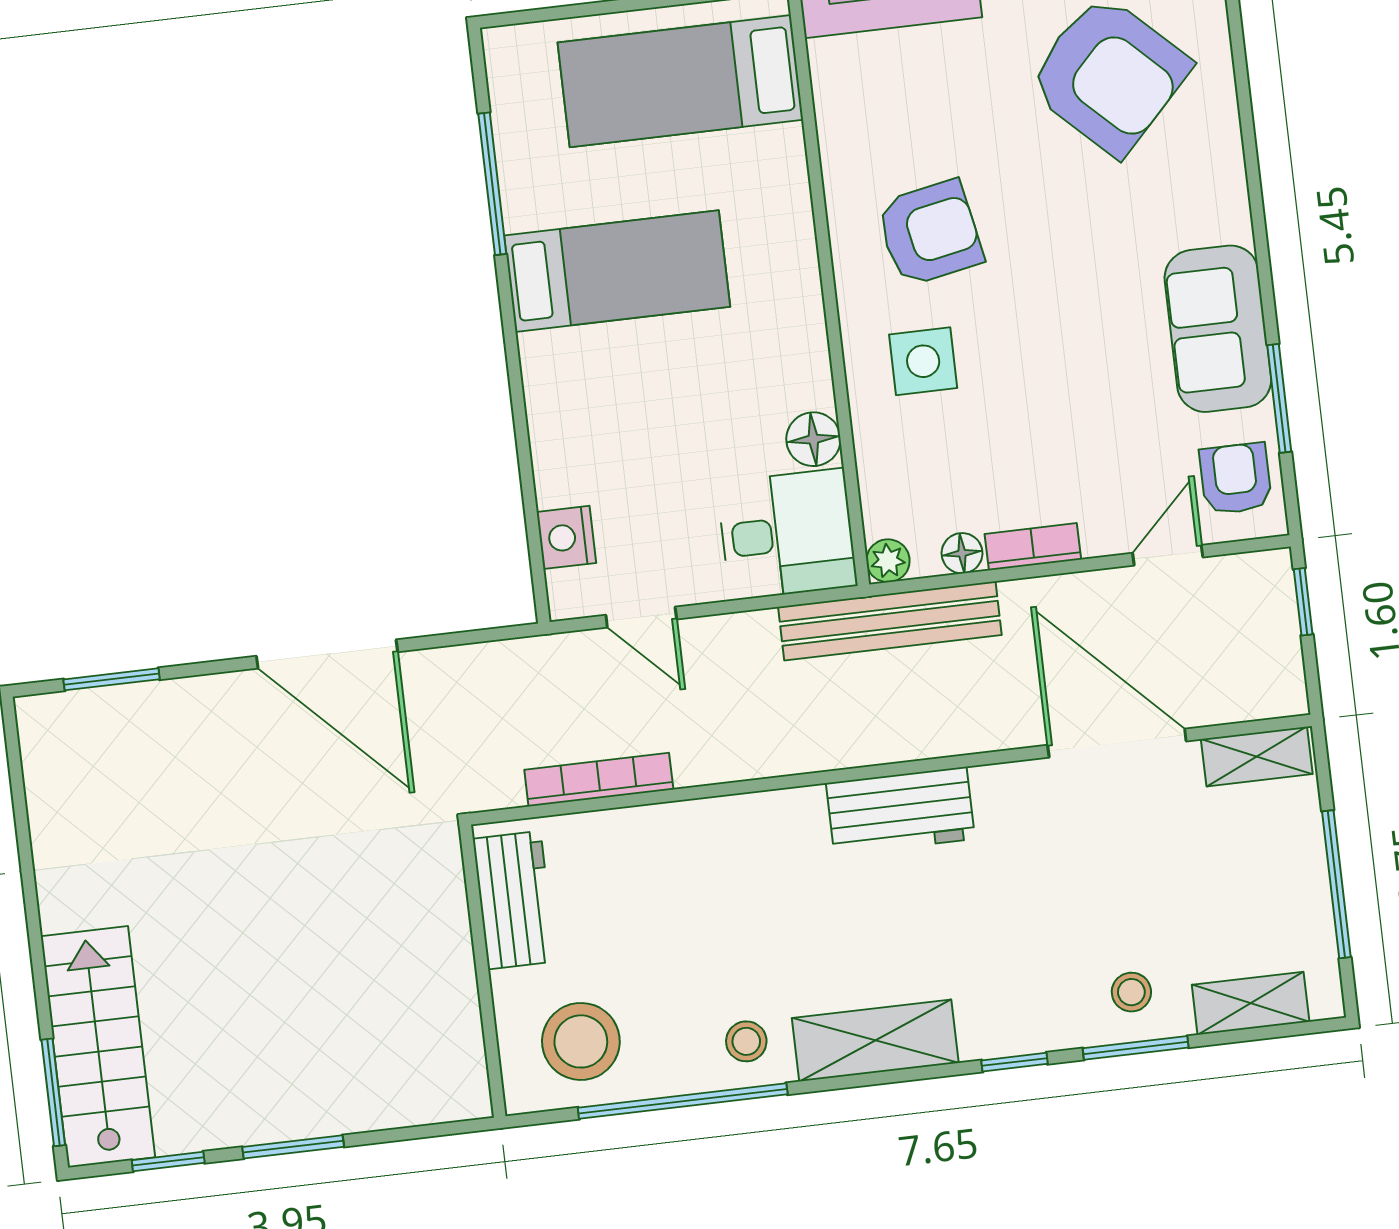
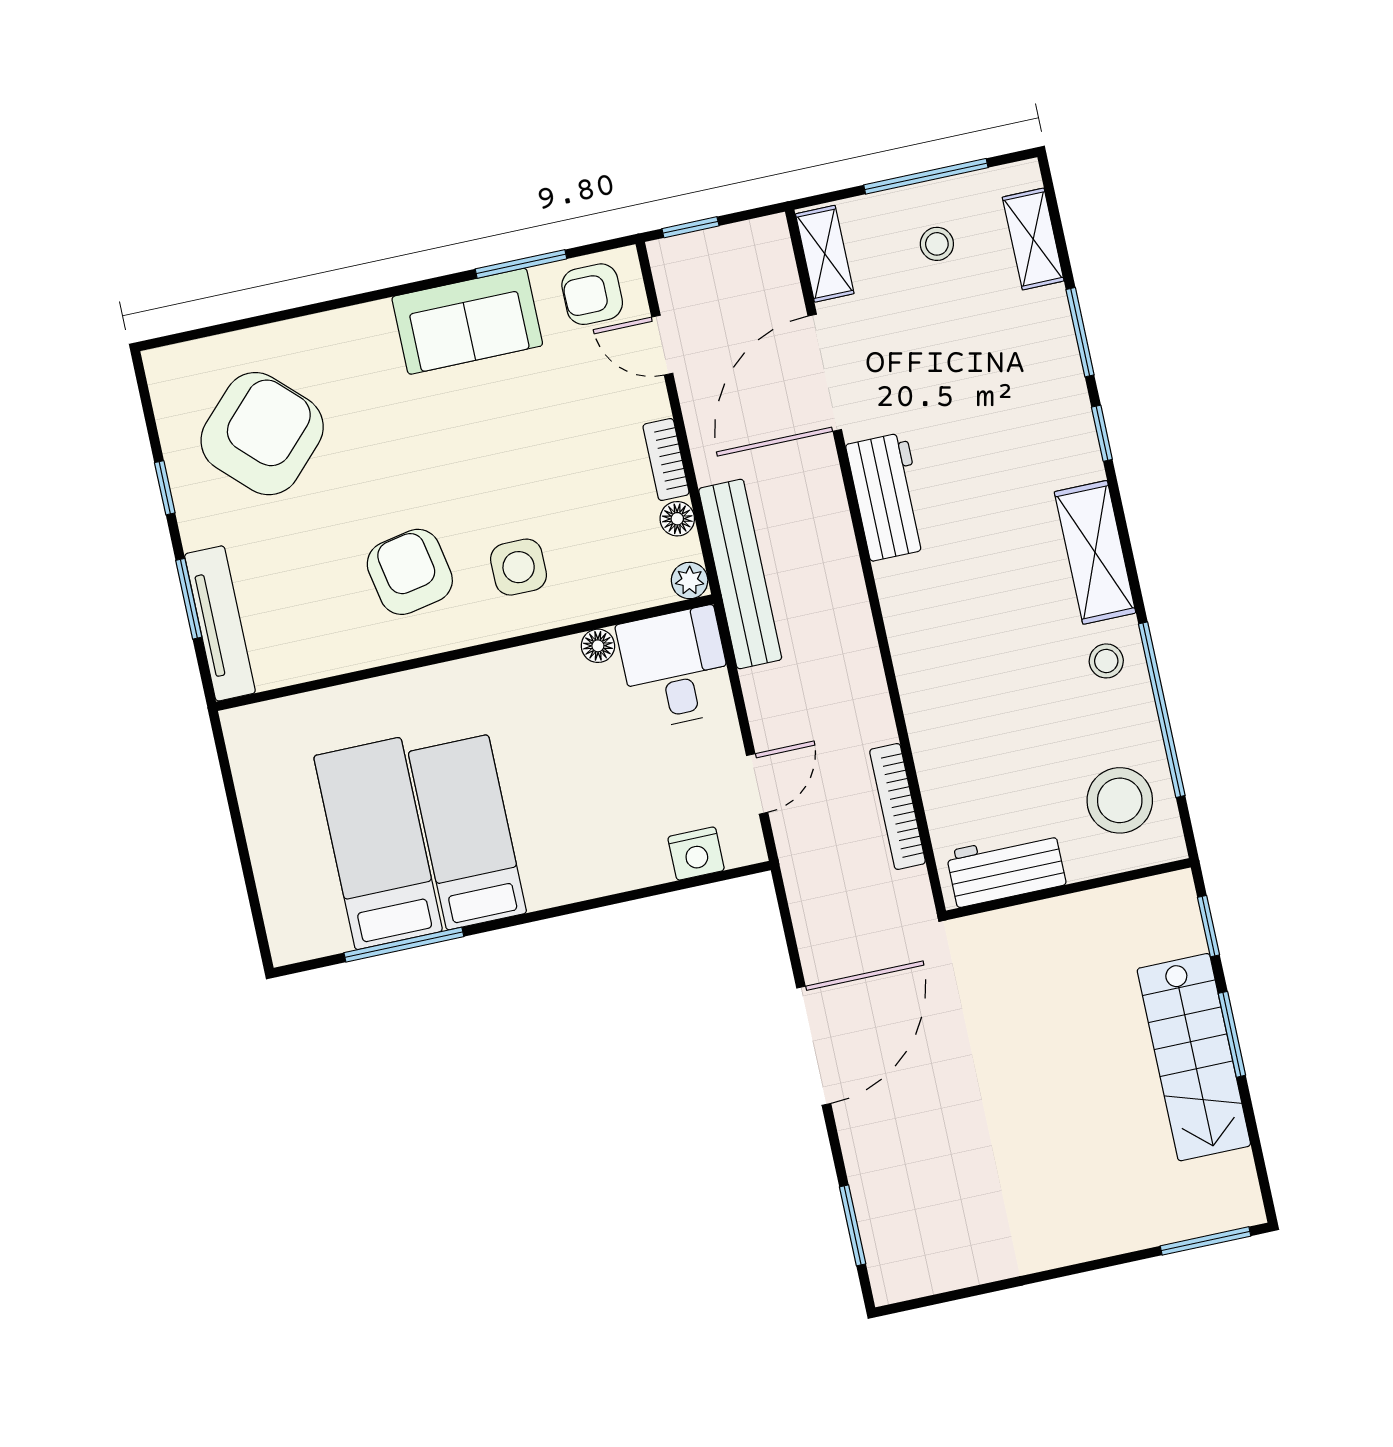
bed: (680, 81) -> (378, 844), moved, turned 180
floor lamp: (813, 439) -> (598, 646), width x0.73, depth x0.73
workbench: (900, 811) -> (888, 497), moved
stool: (1131, 992) -> (937, 244), moved
stairs: (98, 1047) -> (1194, 1057), moved, turned -90
window: (168, 1162) -> (1209, 926), moved

